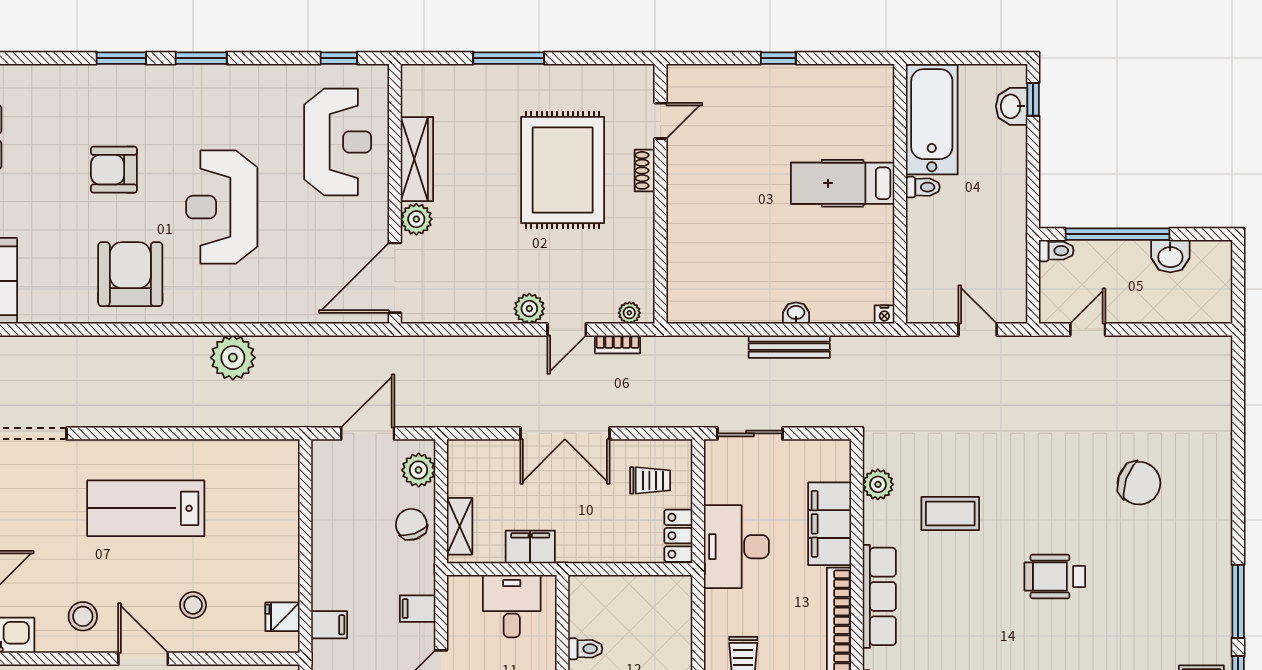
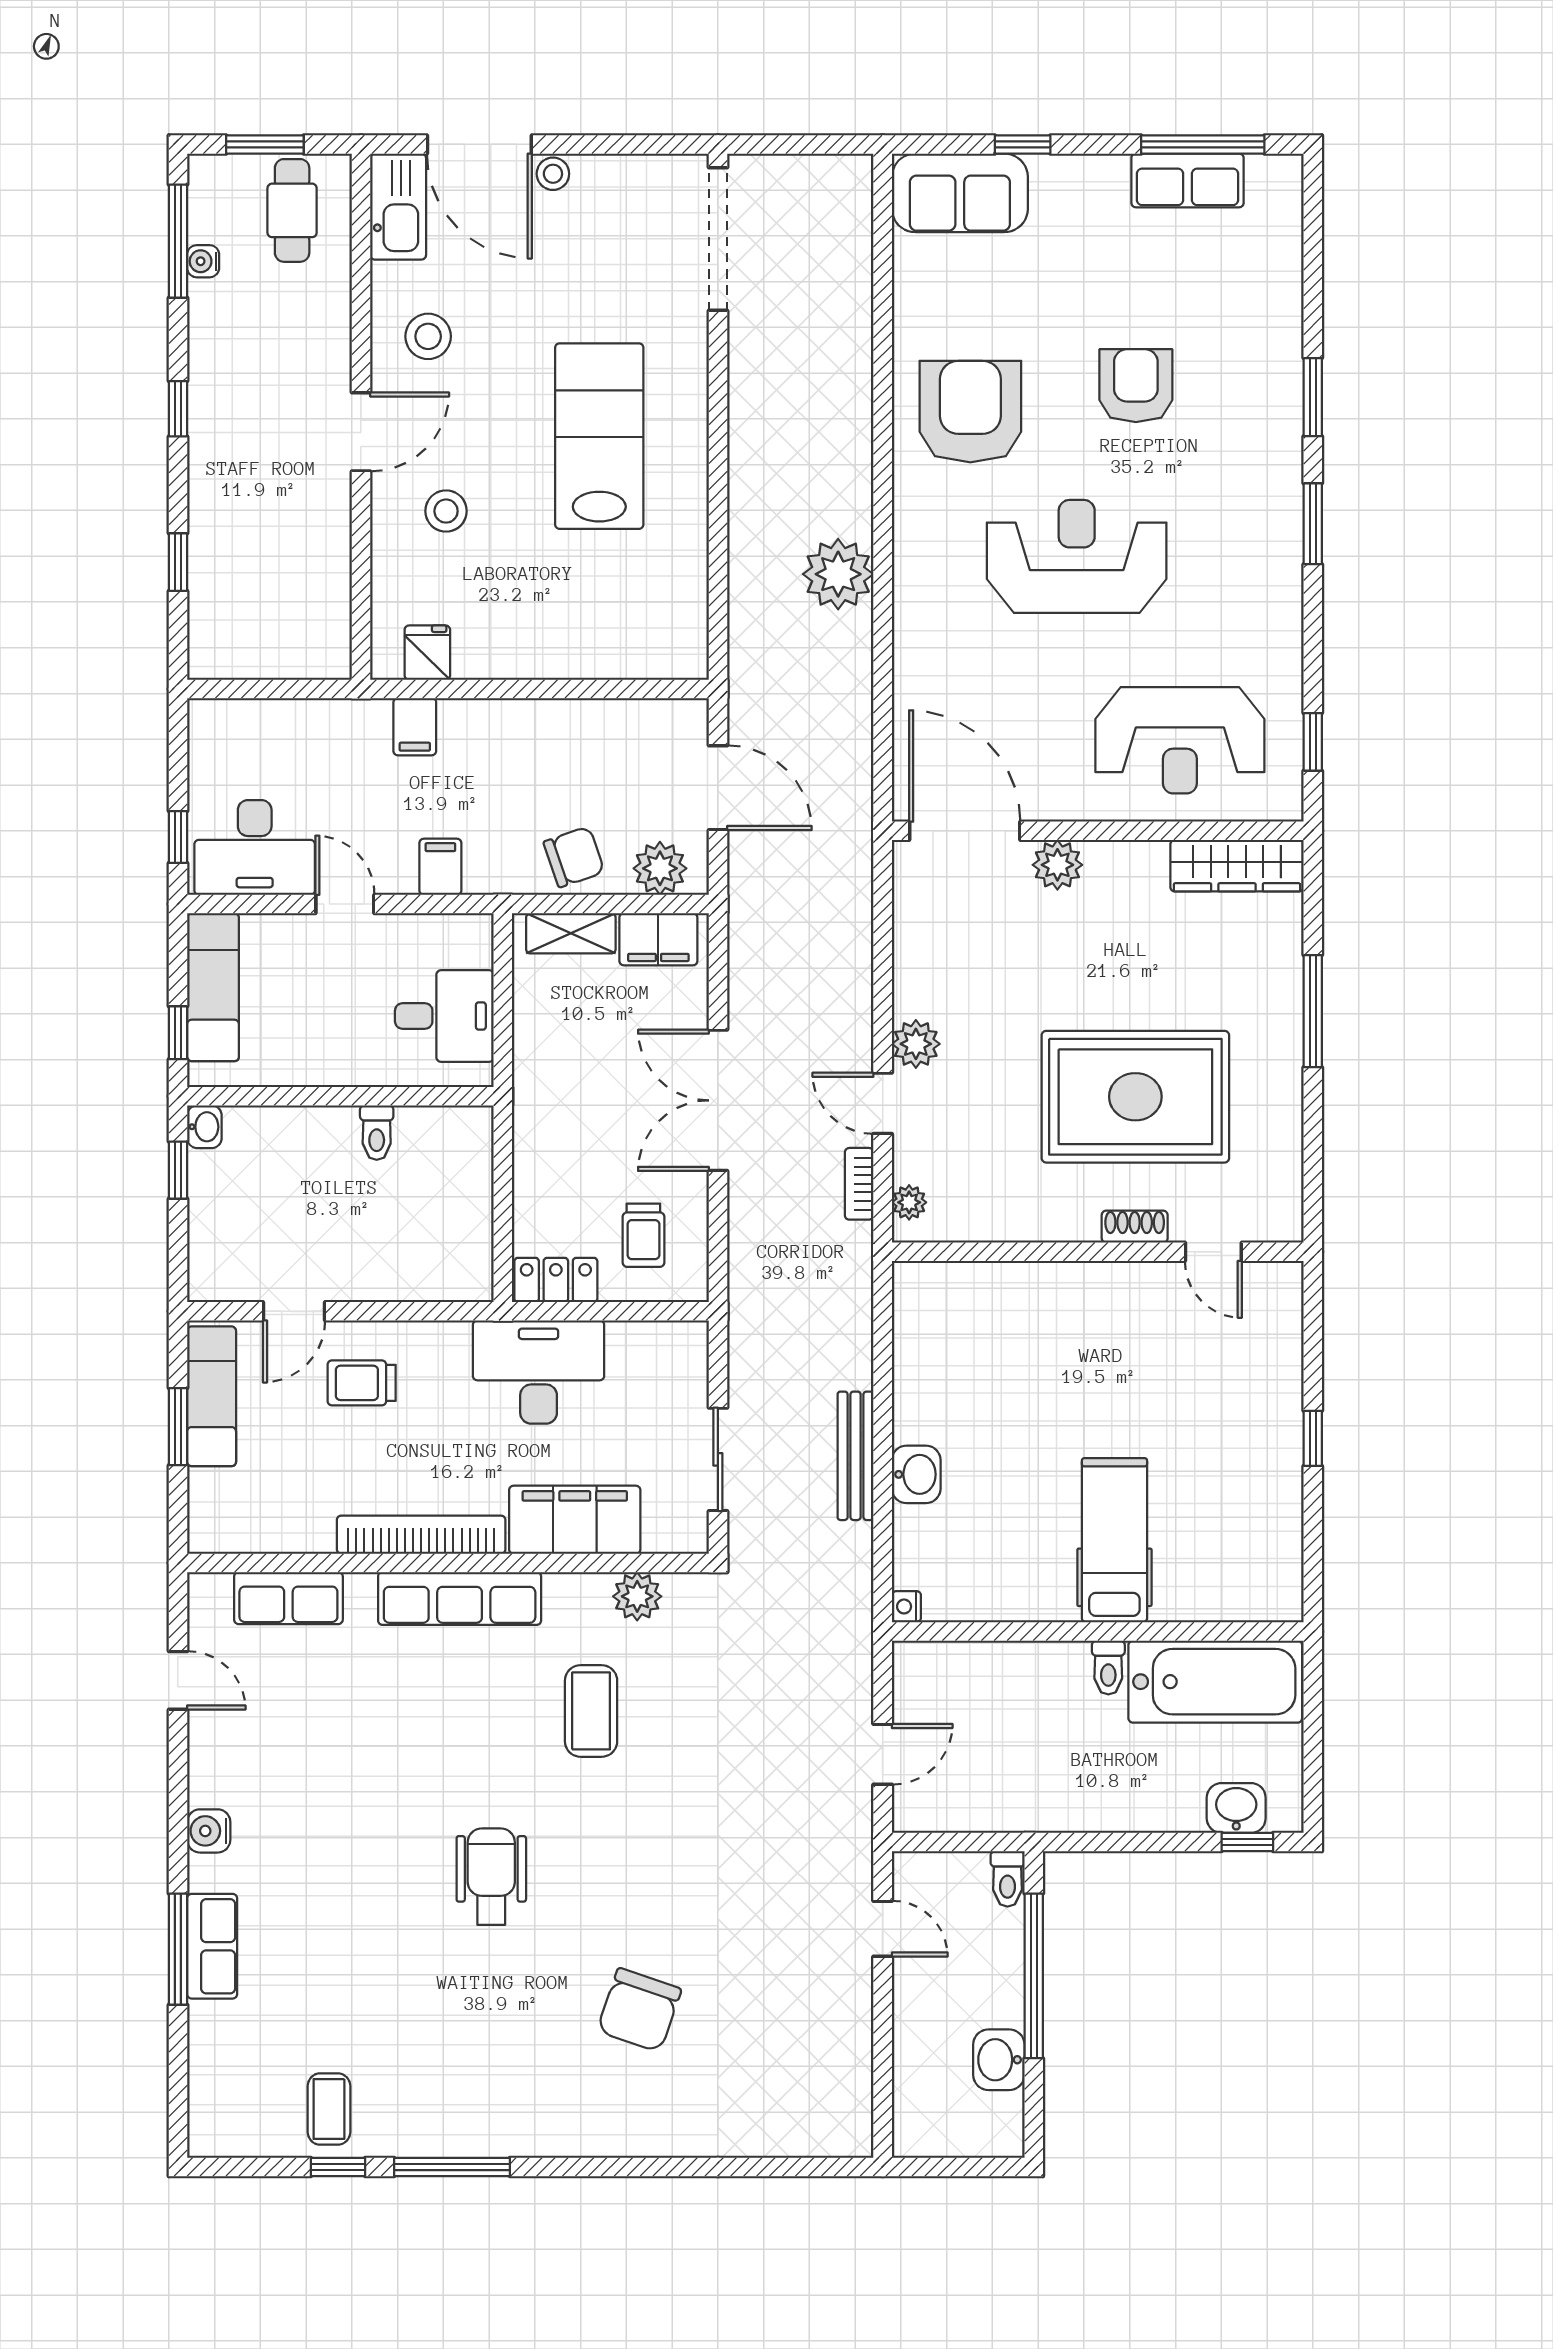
wardrobe: (417, 159) -> (1237, 866), moved
armchair: (130, 274) -> (970, 412), turned -90
washbasin: (796, 313) -> (916, 1474), width x1.38, depth x1.45
sliding door: (750, 433) -> (718, 1459), moved
filing cabinet: (530, 547) -> (658, 939), moved, turned 90

